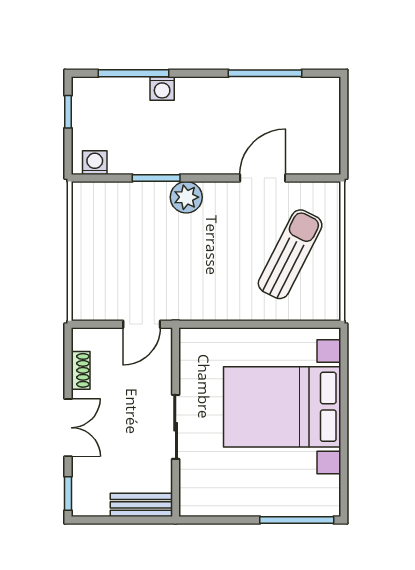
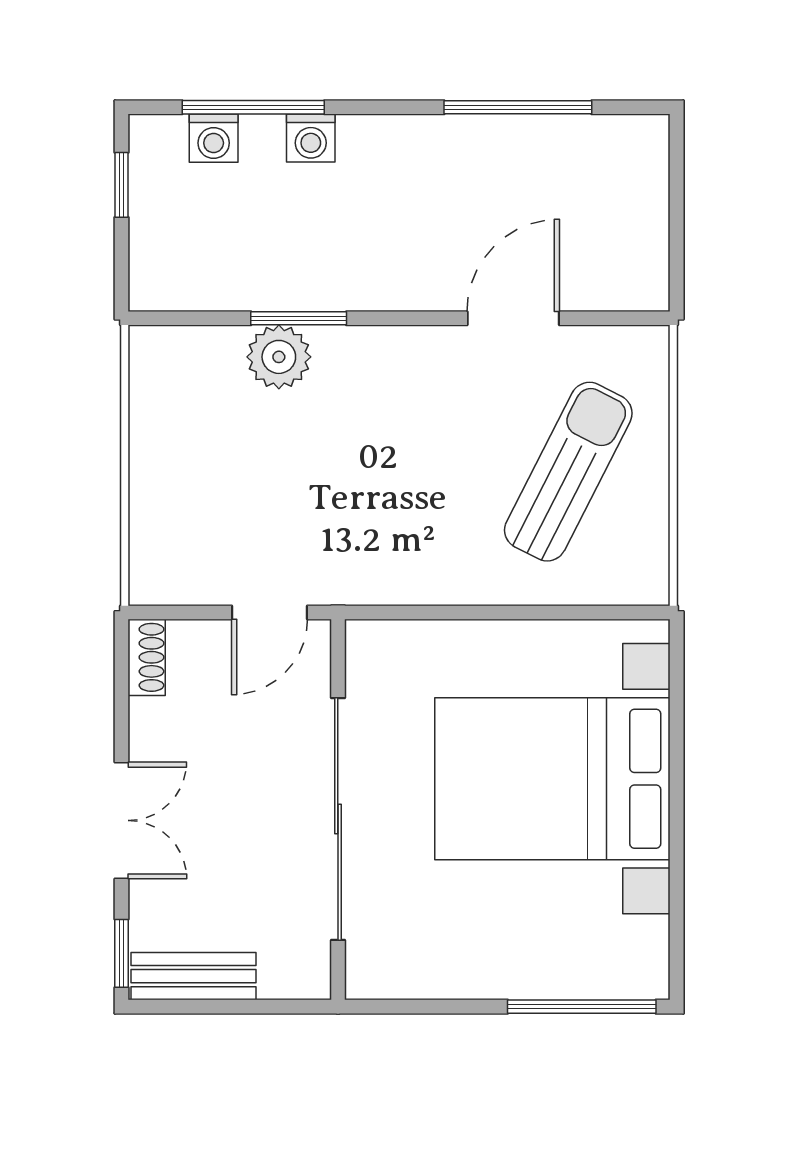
washing machine: (95, 163) -> (214, 138), moved, turned 180
plant: (186, 197) -> (279, 357), moved
shoe rack: (81, 370) -> (147, 657), moved
sliding door: (176, 427) -> (338, 819), width x1.86
bench: (141, 505) -> (193, 976), moved

